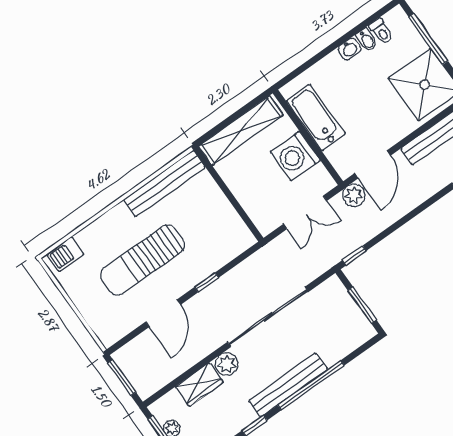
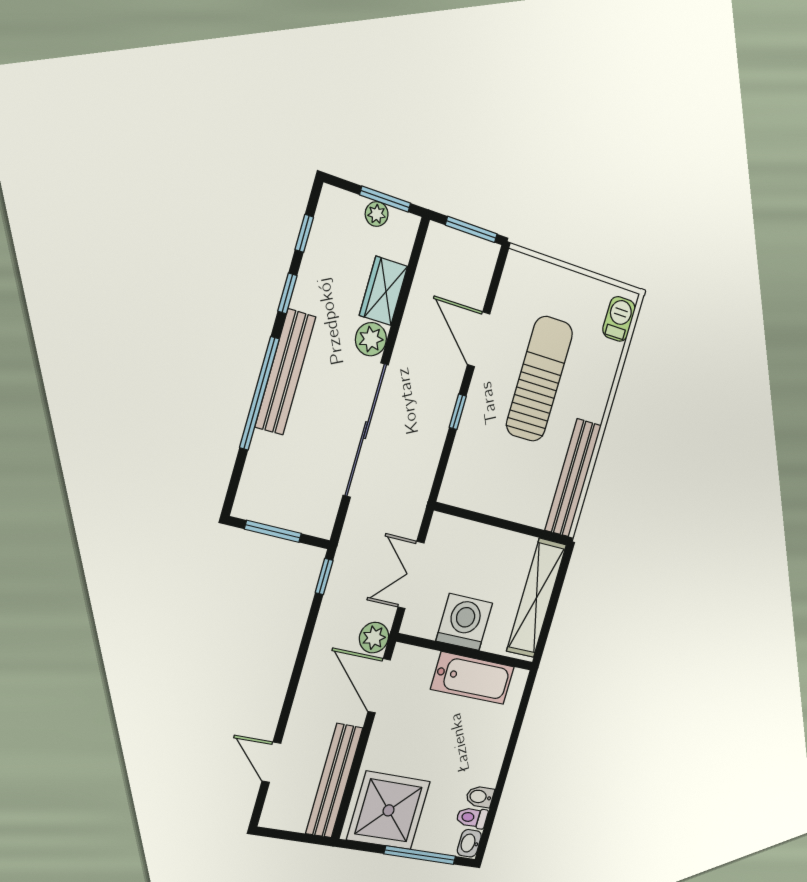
washbasin: (349, 49) -> (469, 843), moved

